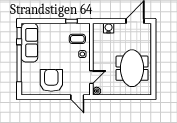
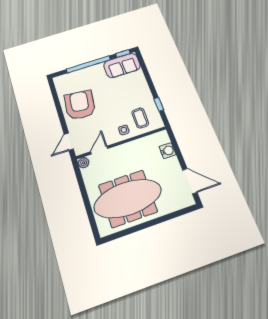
sofa: (29, 43) -> (122, 65), width x0.73
meeting table: (132, 68) -> (128, 198), width x1.36
door: (91, 77) -> (99, 150), swing flipped
armchair: (51, 80) -> (80, 105), turned -83

